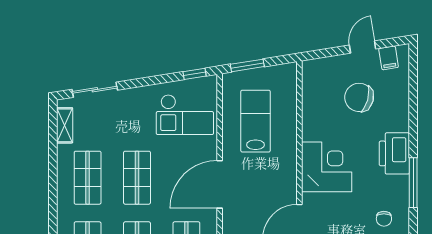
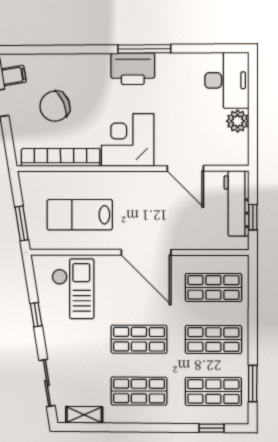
window: (195, 74) -> (36, 315), moved
chair: (359, 97) -> (55, 106), turned 52
bookcase: (310, 103) -> (61, 157), added
printer: (394, 153) -> (133, 69), moved
chair: (384, 219) -> (182, 79), removed

